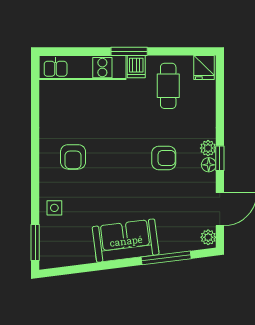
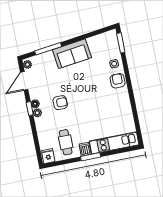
armchair: (73, 157) -> (118, 81), moved
armchair: (164, 158) -> (60, 103), turned 180

